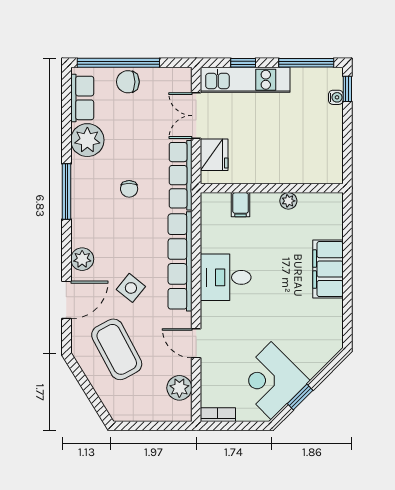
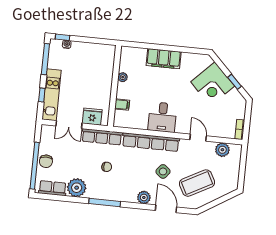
door: (196, 343) -> (198, 138), swing flipped
corner desk: (271, 381) -> (213, 84), moved

